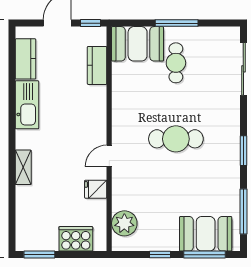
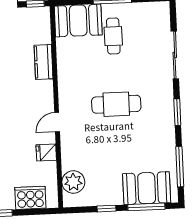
kitchen counter: (97, 65) -> (44, 62), moved
sliding door: (243, 69) -> (175, 55), moved

